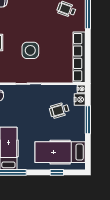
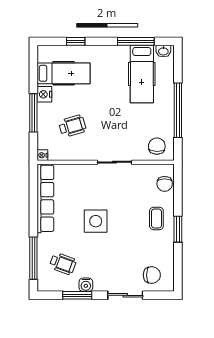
side table: (30, 50) -> (96, 221), moved
nightstand: (80, 99) -> (44, 94), moved
hospital bed: (60, 152) -> (64, 73), width x0.73, depth x0.78

